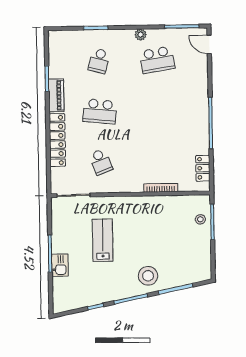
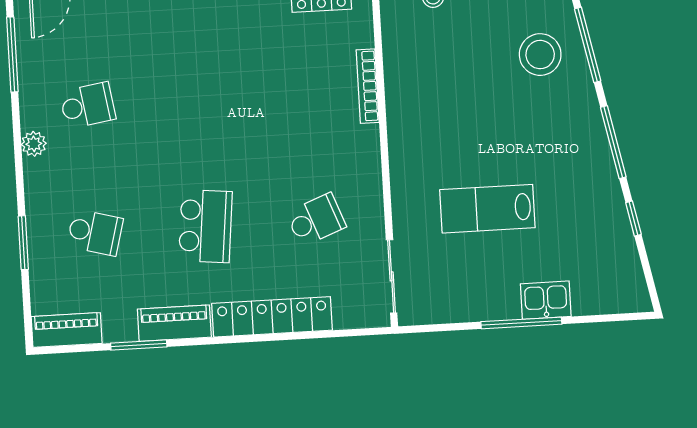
piano: (55, 46) -> (67, 330), added
school desk: (157, 60) -> (88, 105), width x0.54
stool: (148, 276) -> (540, 55), moved

